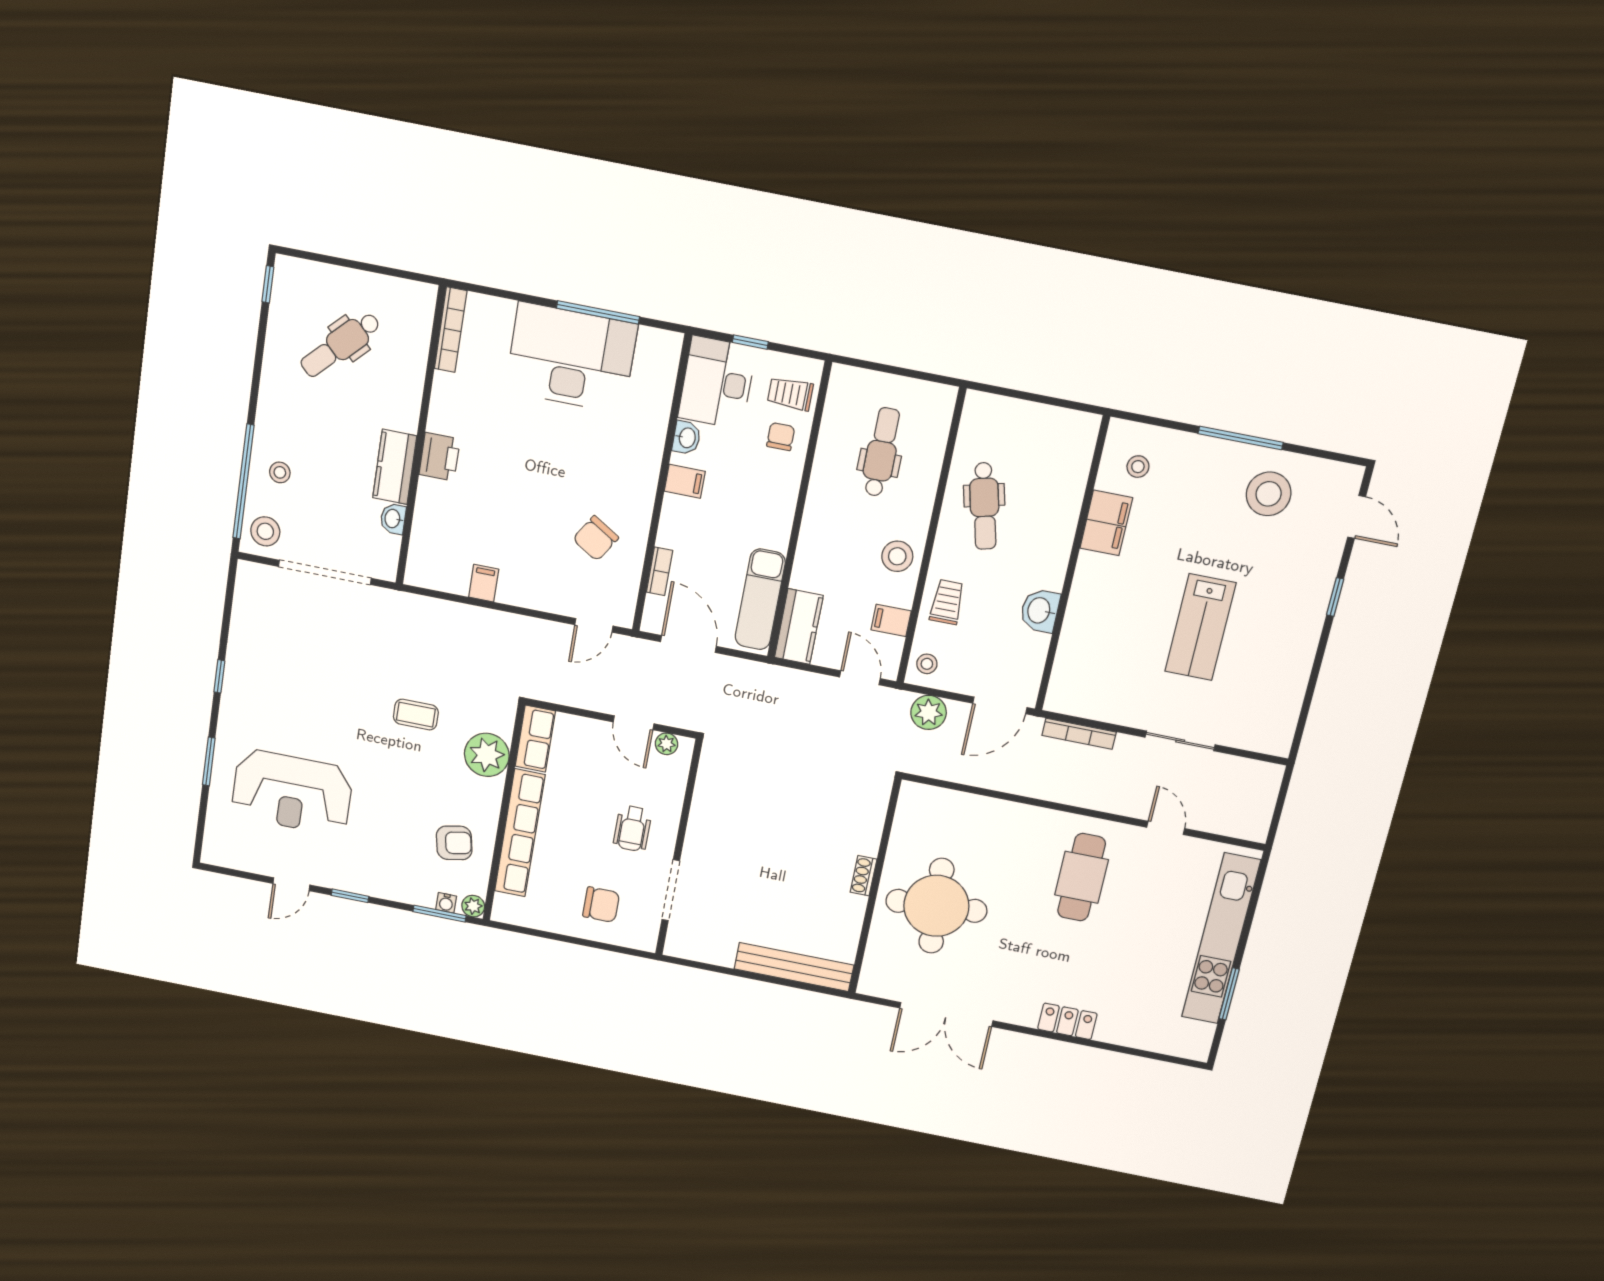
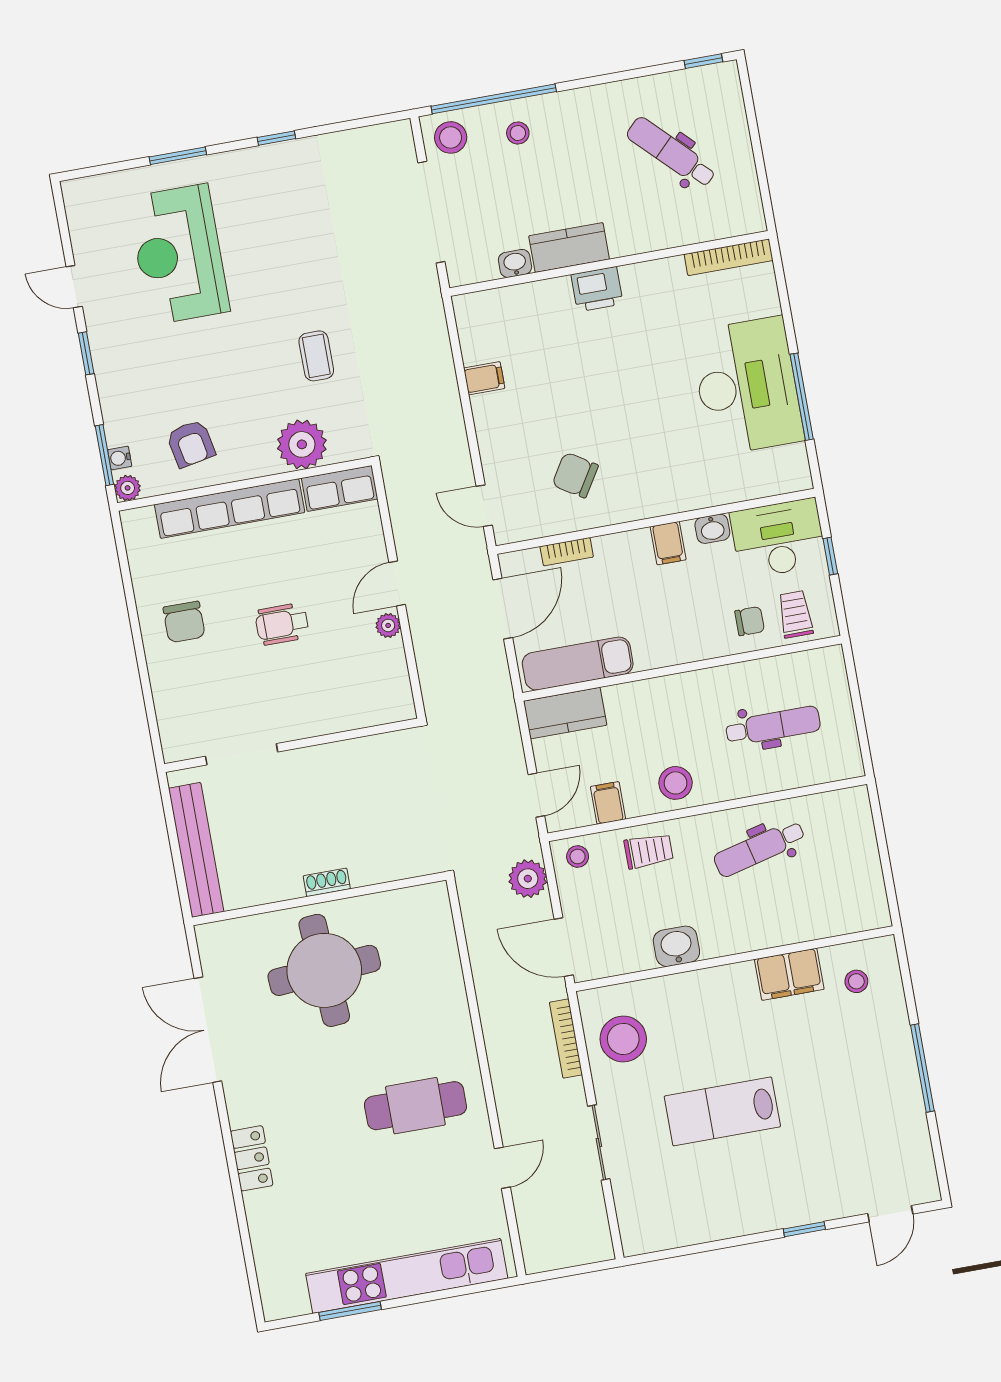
stool: (1269, 494) -> (623, 1039), moved
wall: (679, 848) -> (291, 745), moved
doorway: (671, 890) -> (242, 754), moved

